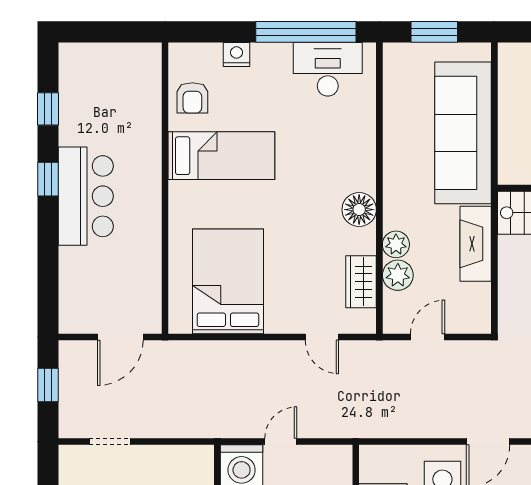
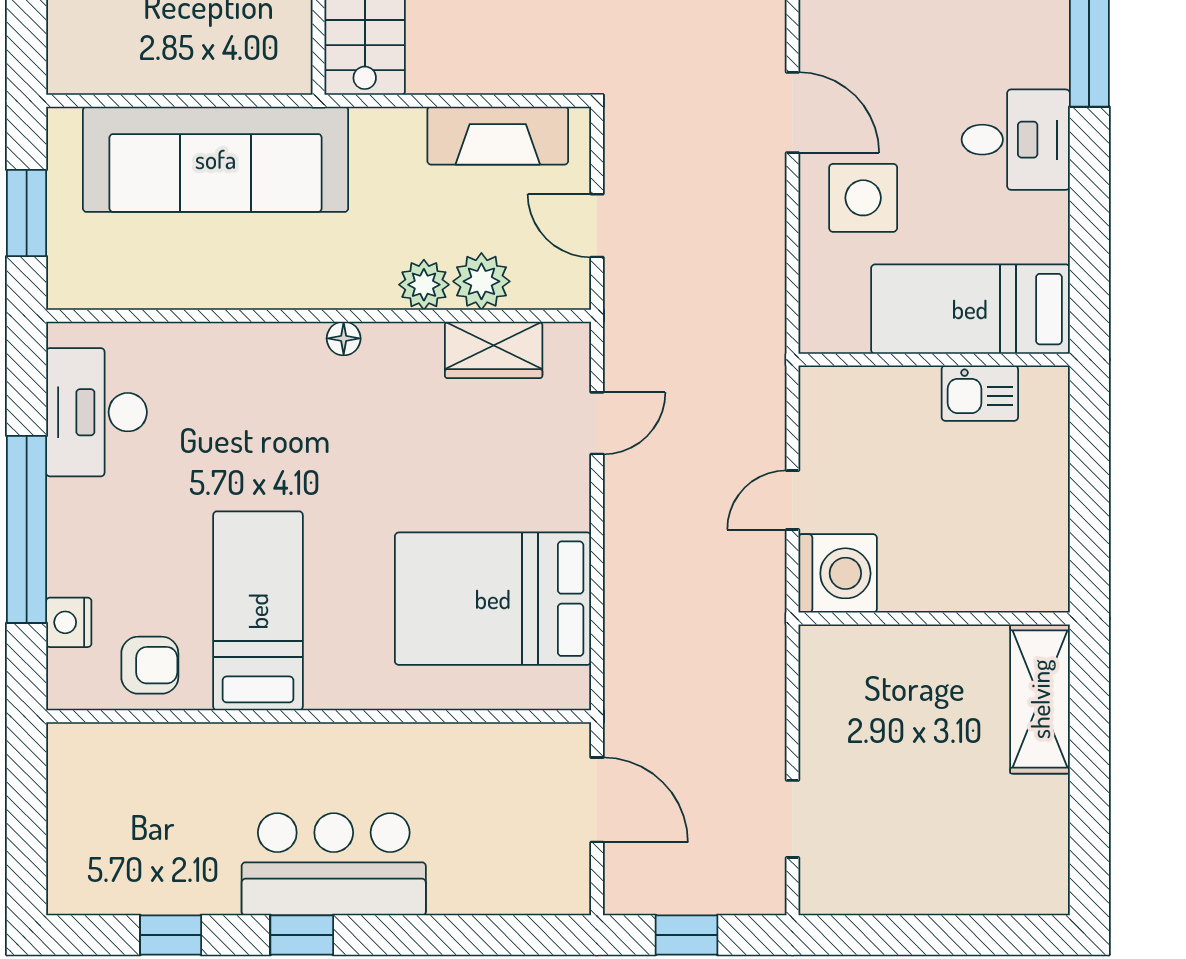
window: (306, 32) -> (27, 529), moved
nightstand: (236, 54) -> (69, 622), moved
floor lamp: (359, 210) -> (344, 338), width x0.53, depth x0.53
fireplace: (476, 244) -> (498, 136), moved
door: (281, 442) -> (792, 500), hinge flipped

